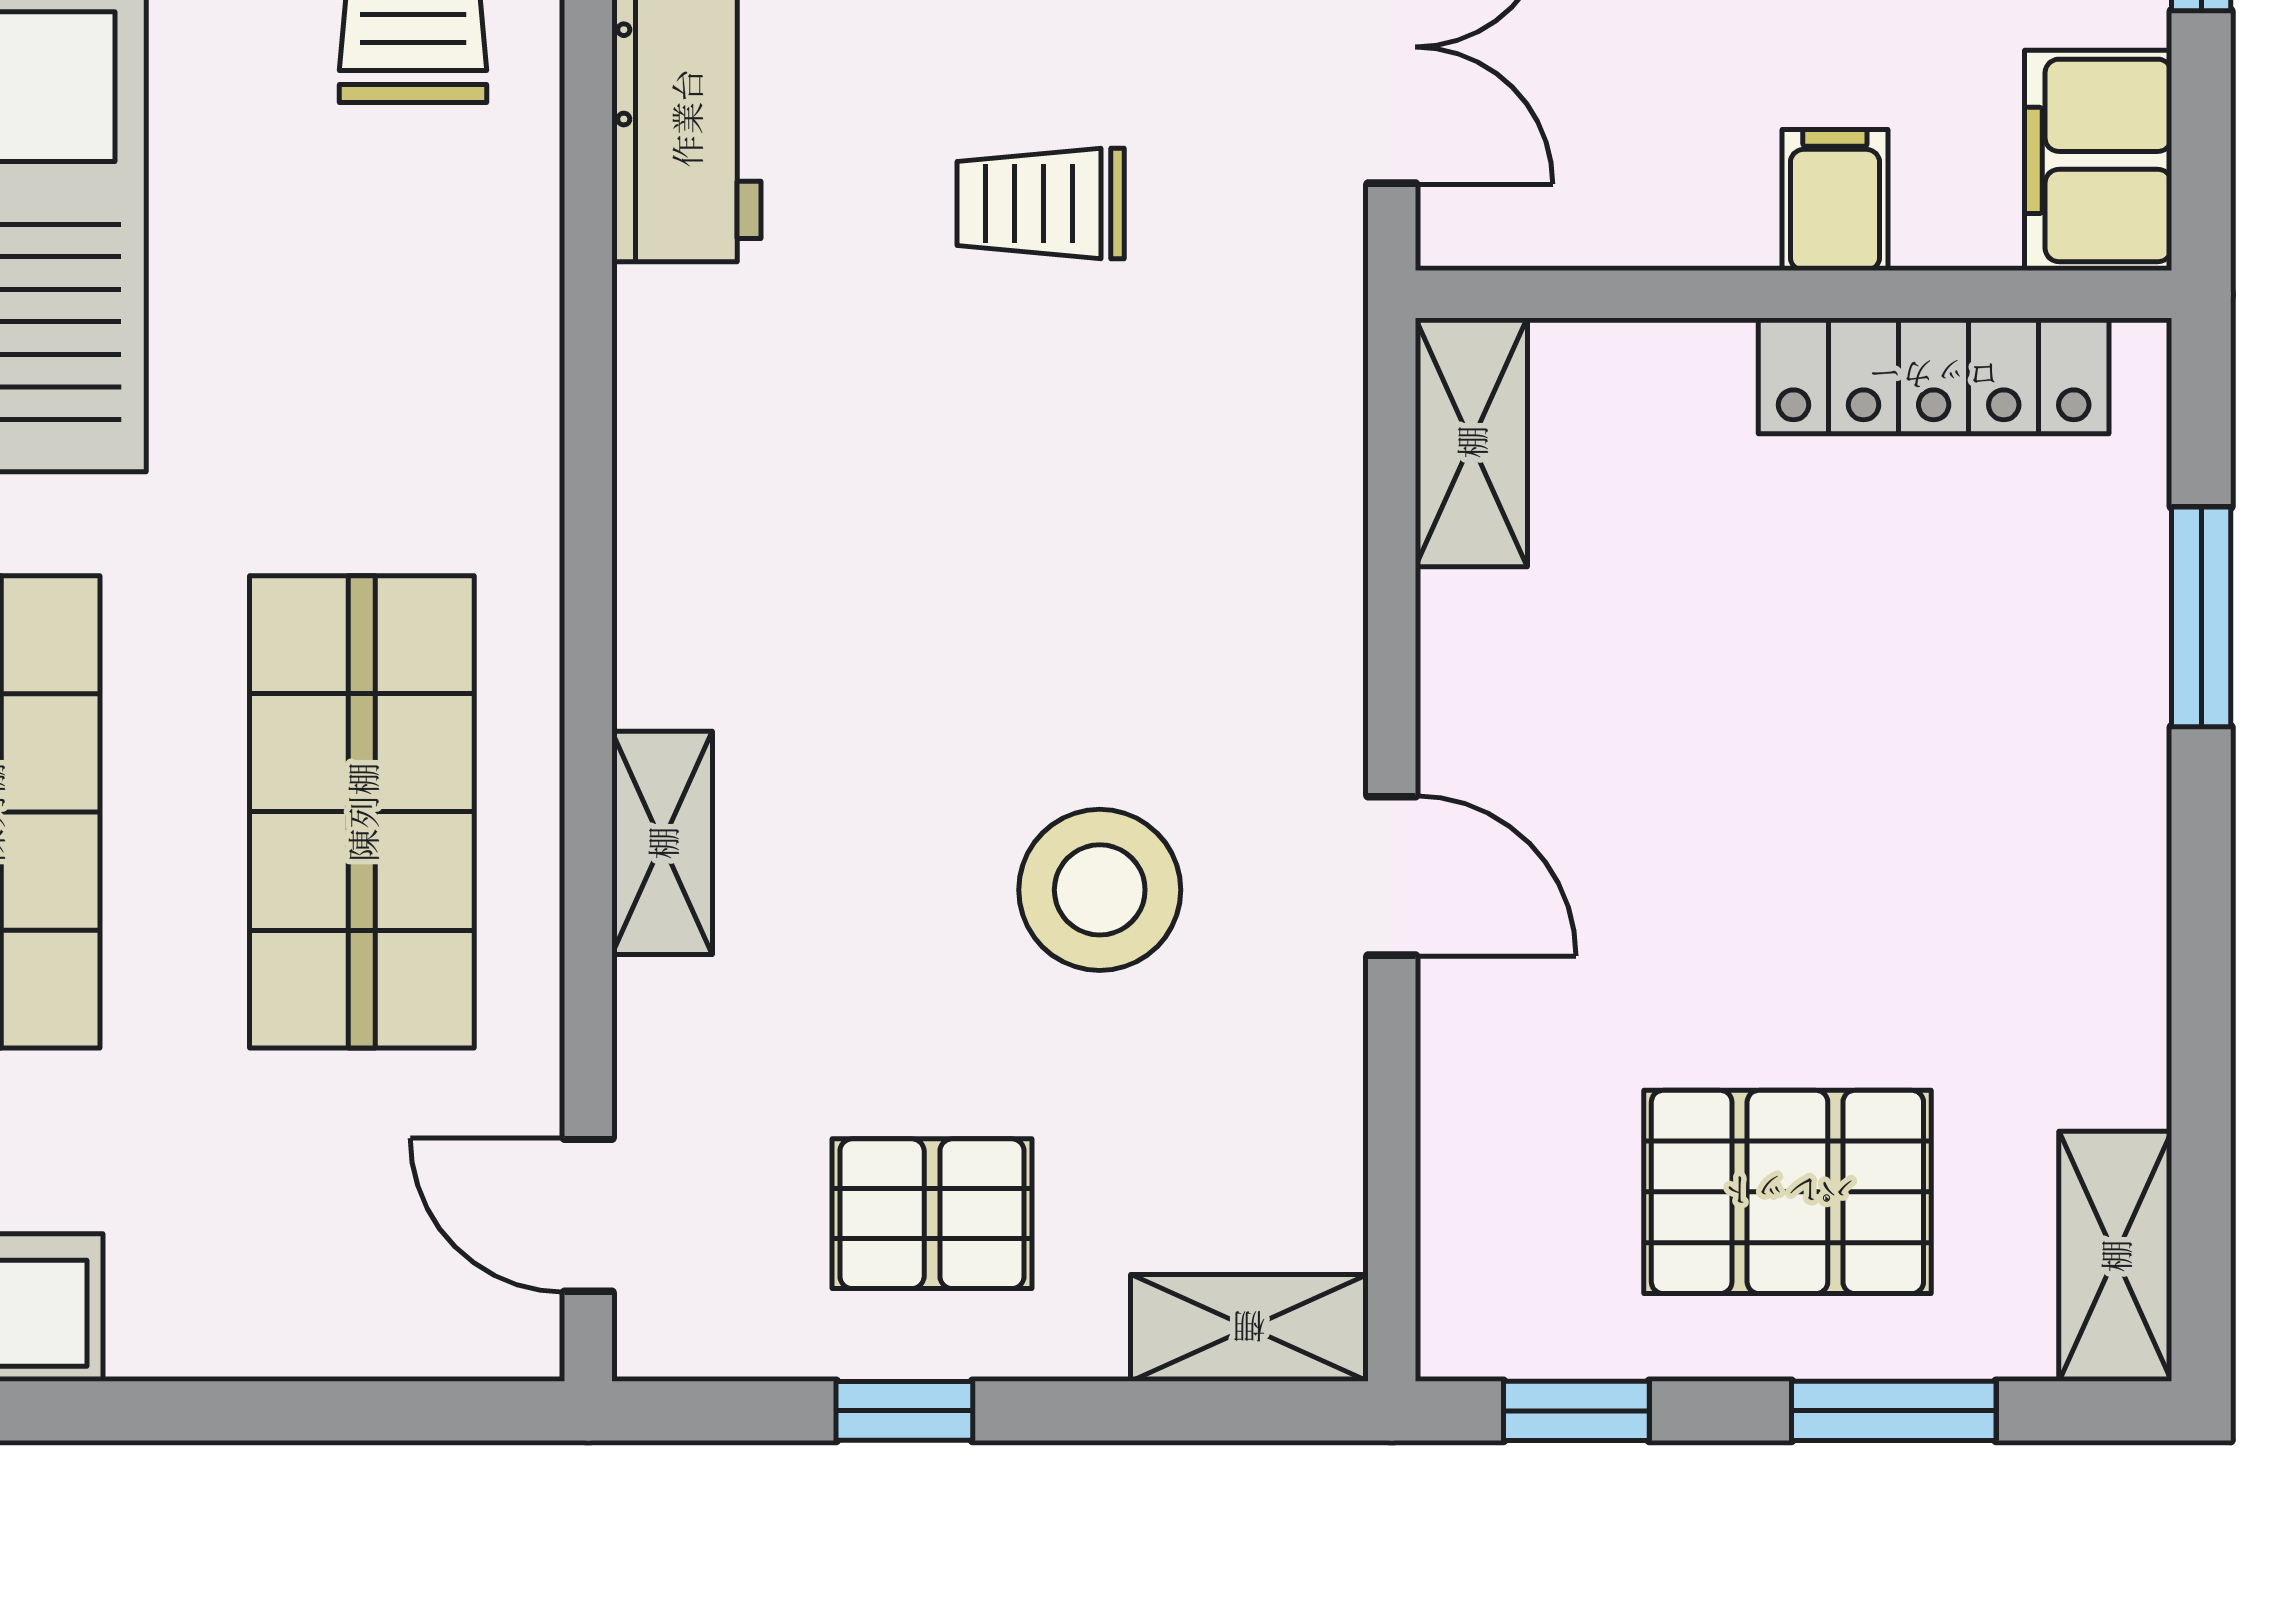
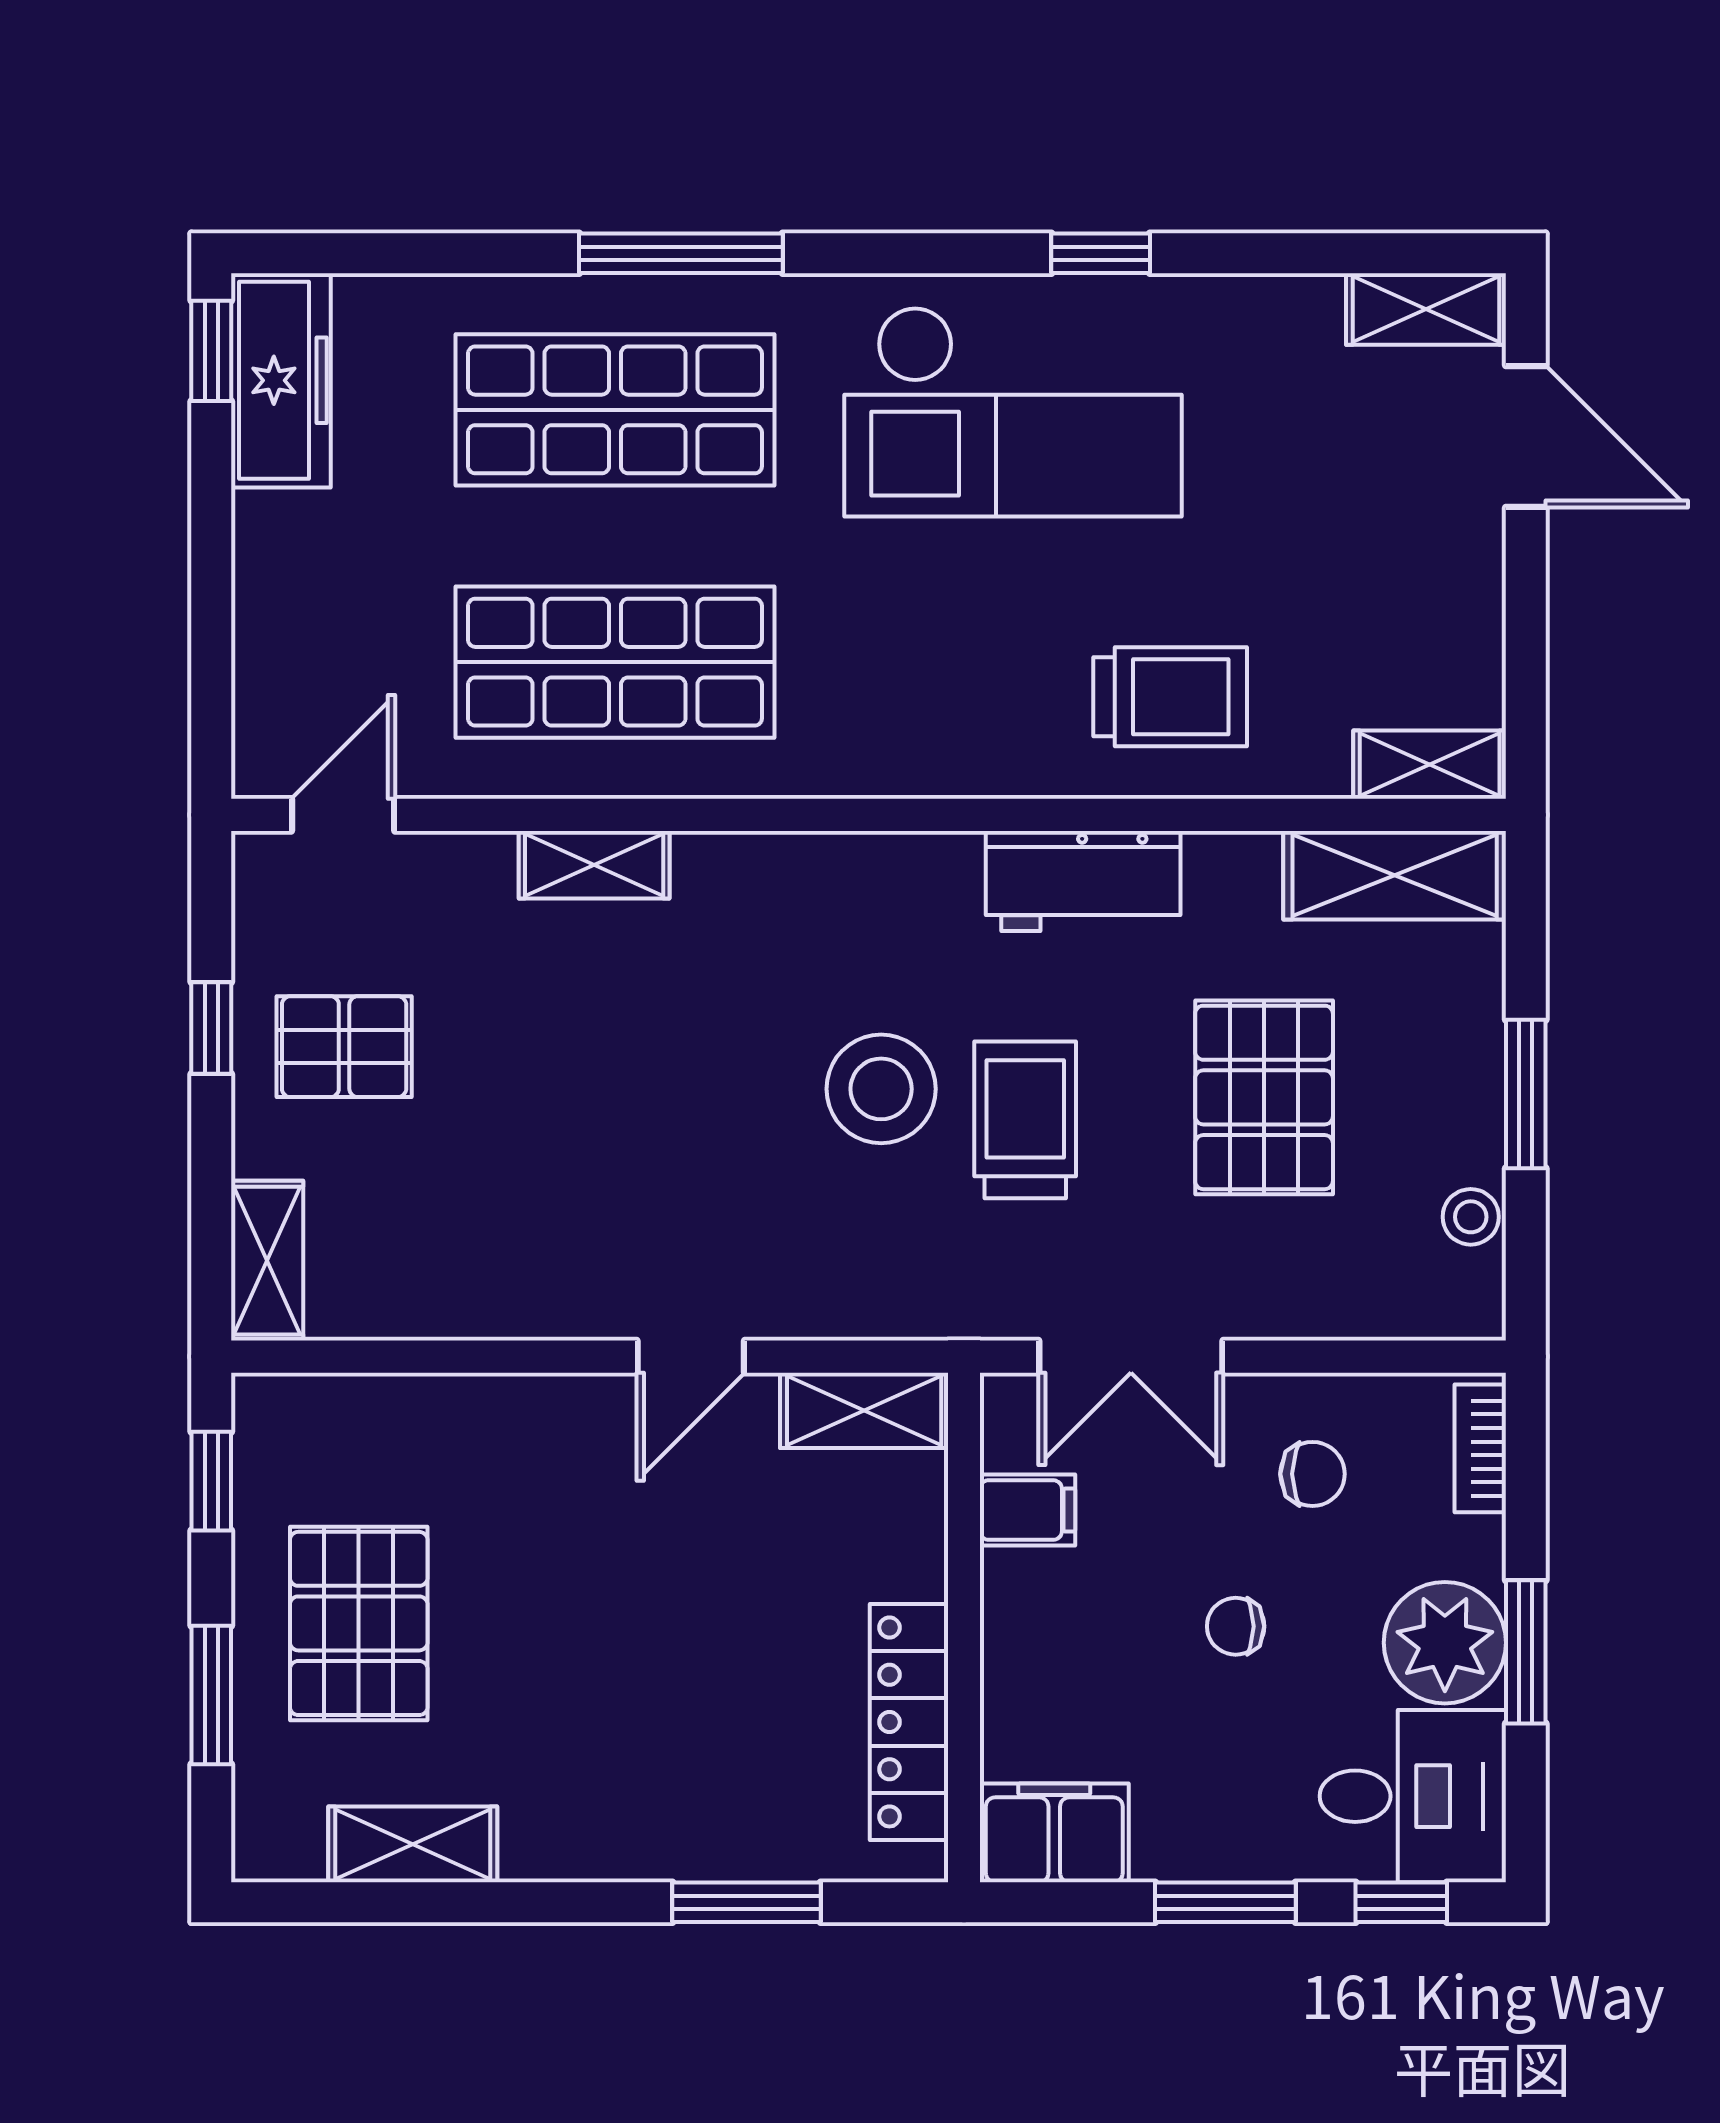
filing cabinet: (1835, 200) -> (1028, 1510), moved
trolley: (1041, 203) -> (1025, 1120), width x1.36, depth x1.39
door: (1392, 876) -> (691, 1357), moved
stool: (1100, 890) -> (881, 1089), moved
pallet: (932, 1214) -> (344, 1047), turned 90
shelving: (2115, 1256) -> (413, 1844), moved

